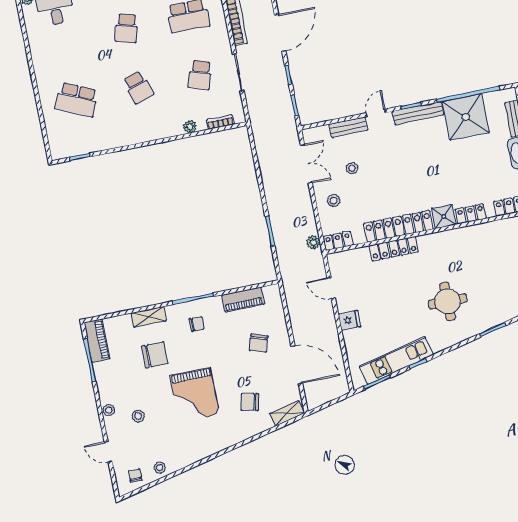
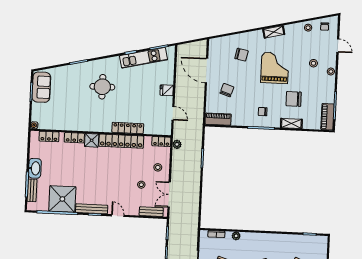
door: (376, 113) -> (118, 216), swing flipped
bench: (348, 127) -> (151, 212), moved
piano: (243, 300) -> (218, 119), moved
shelving: (287, 413) -> (274, 32), moved

